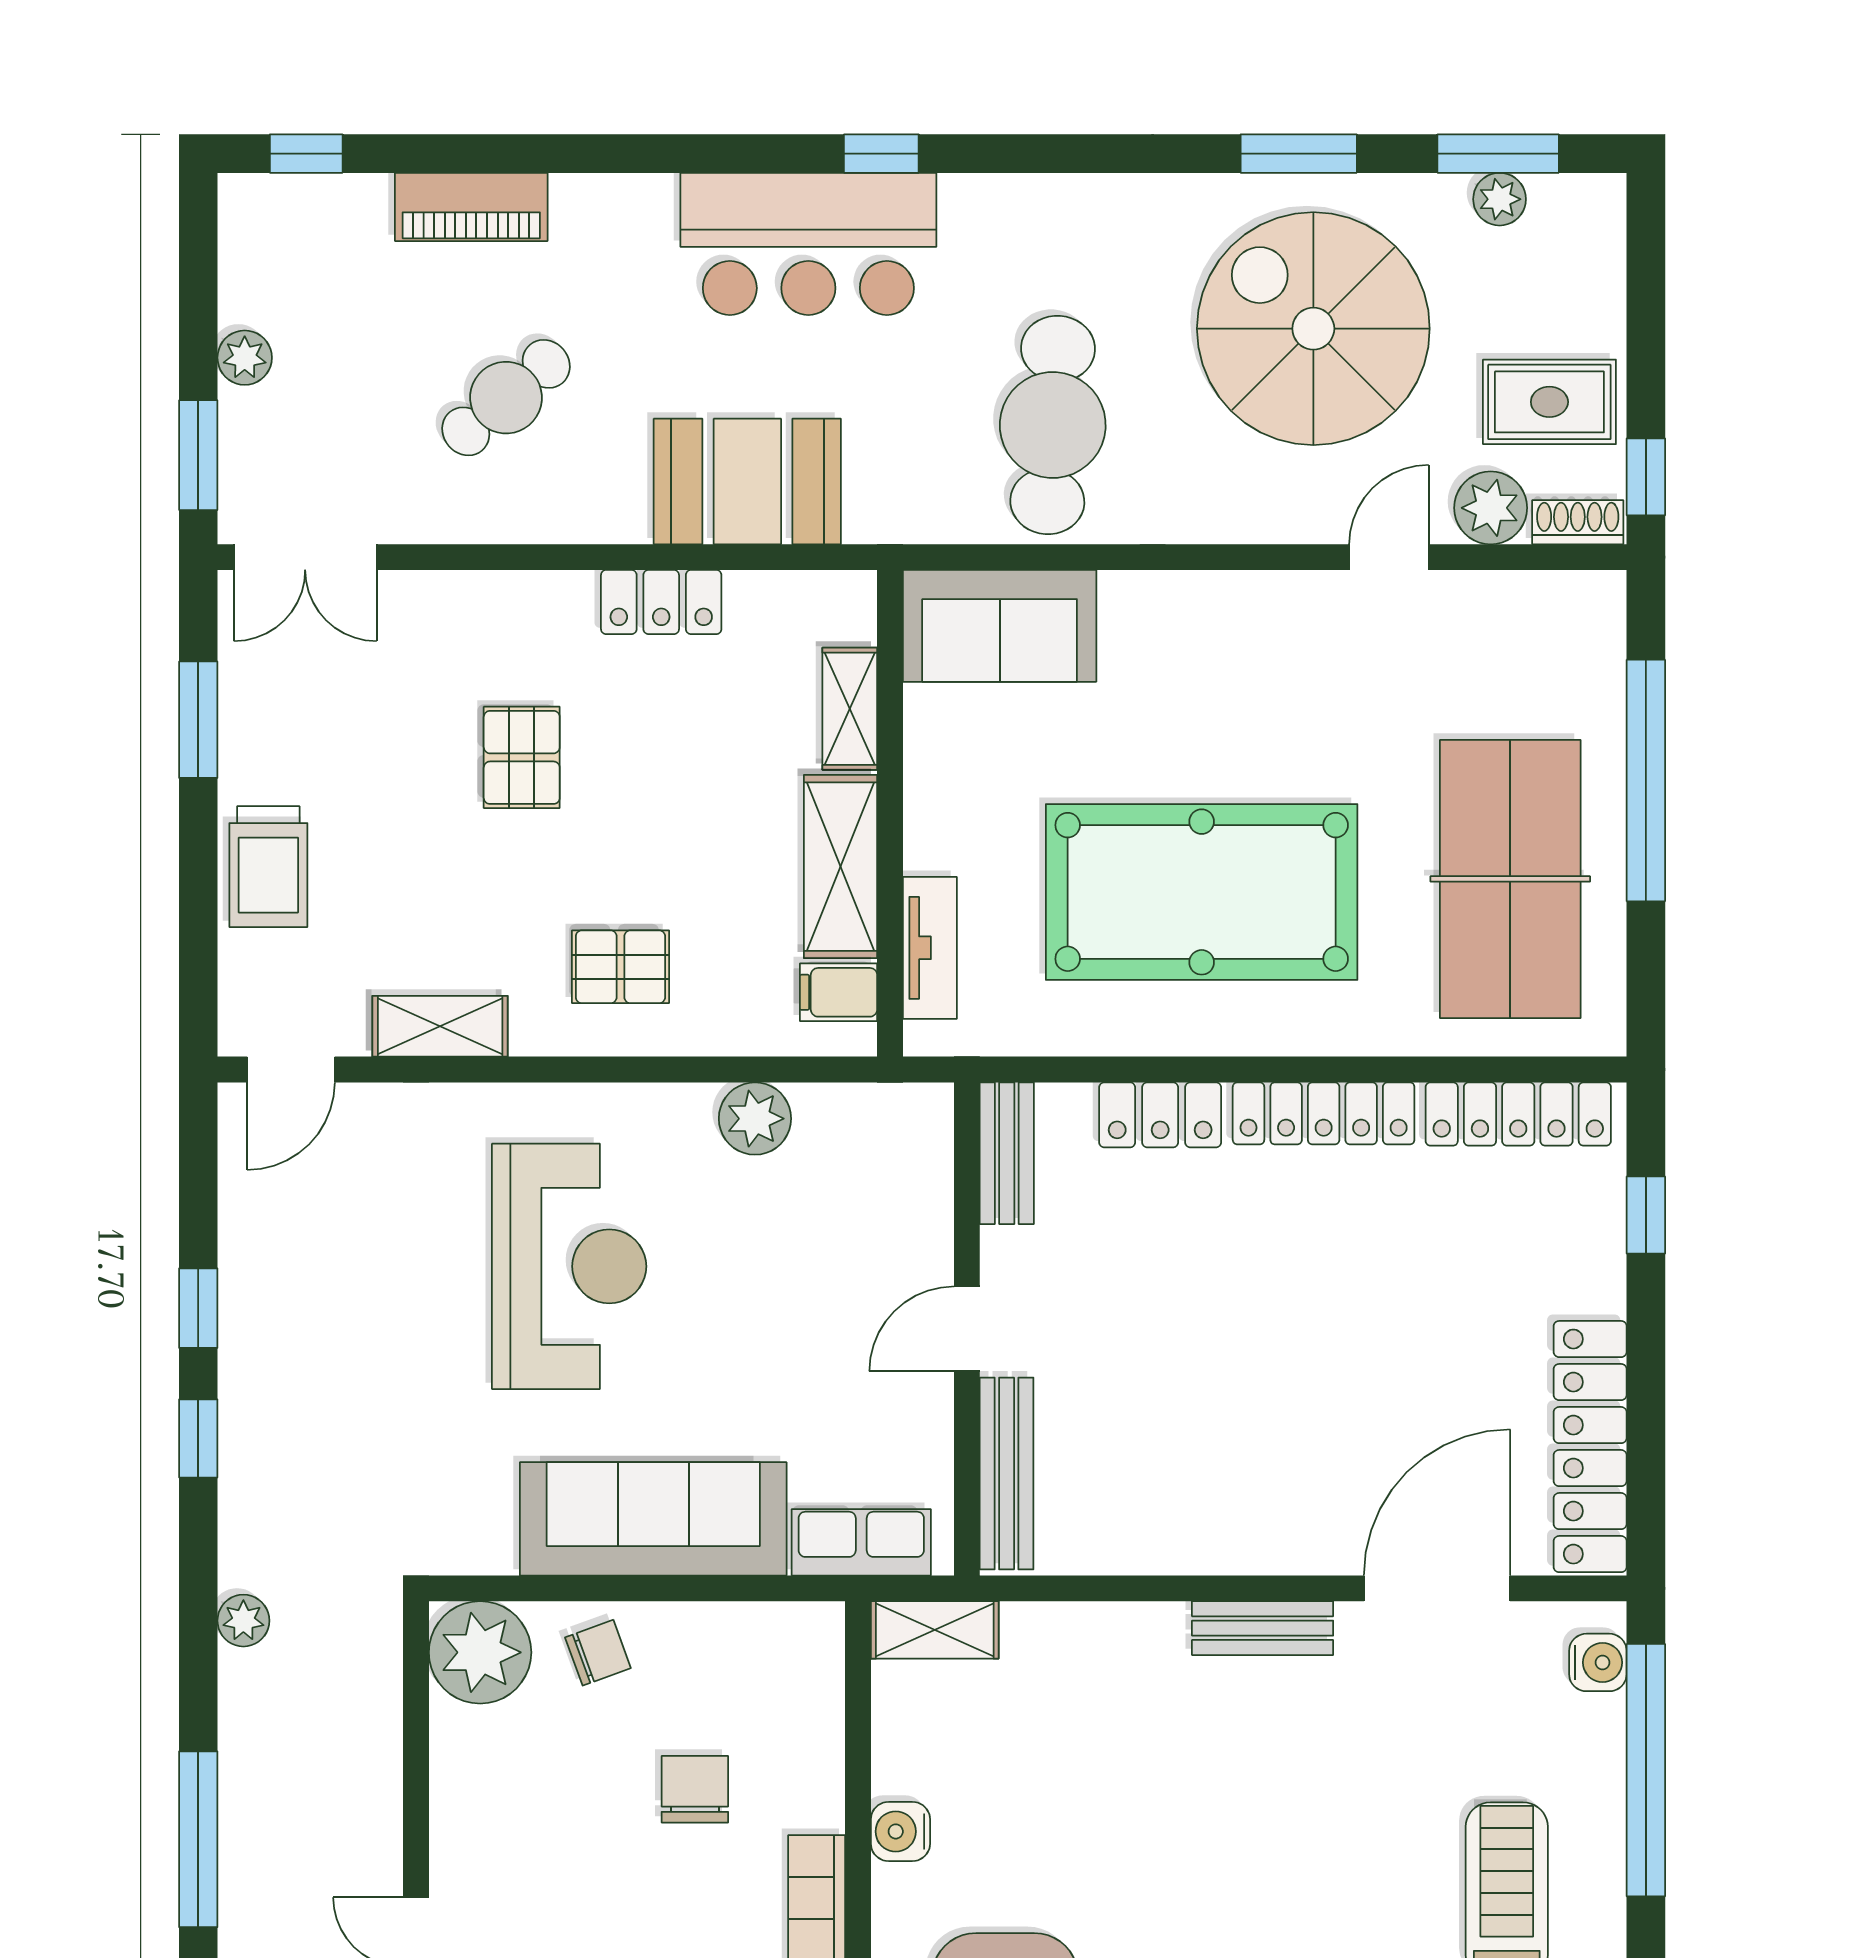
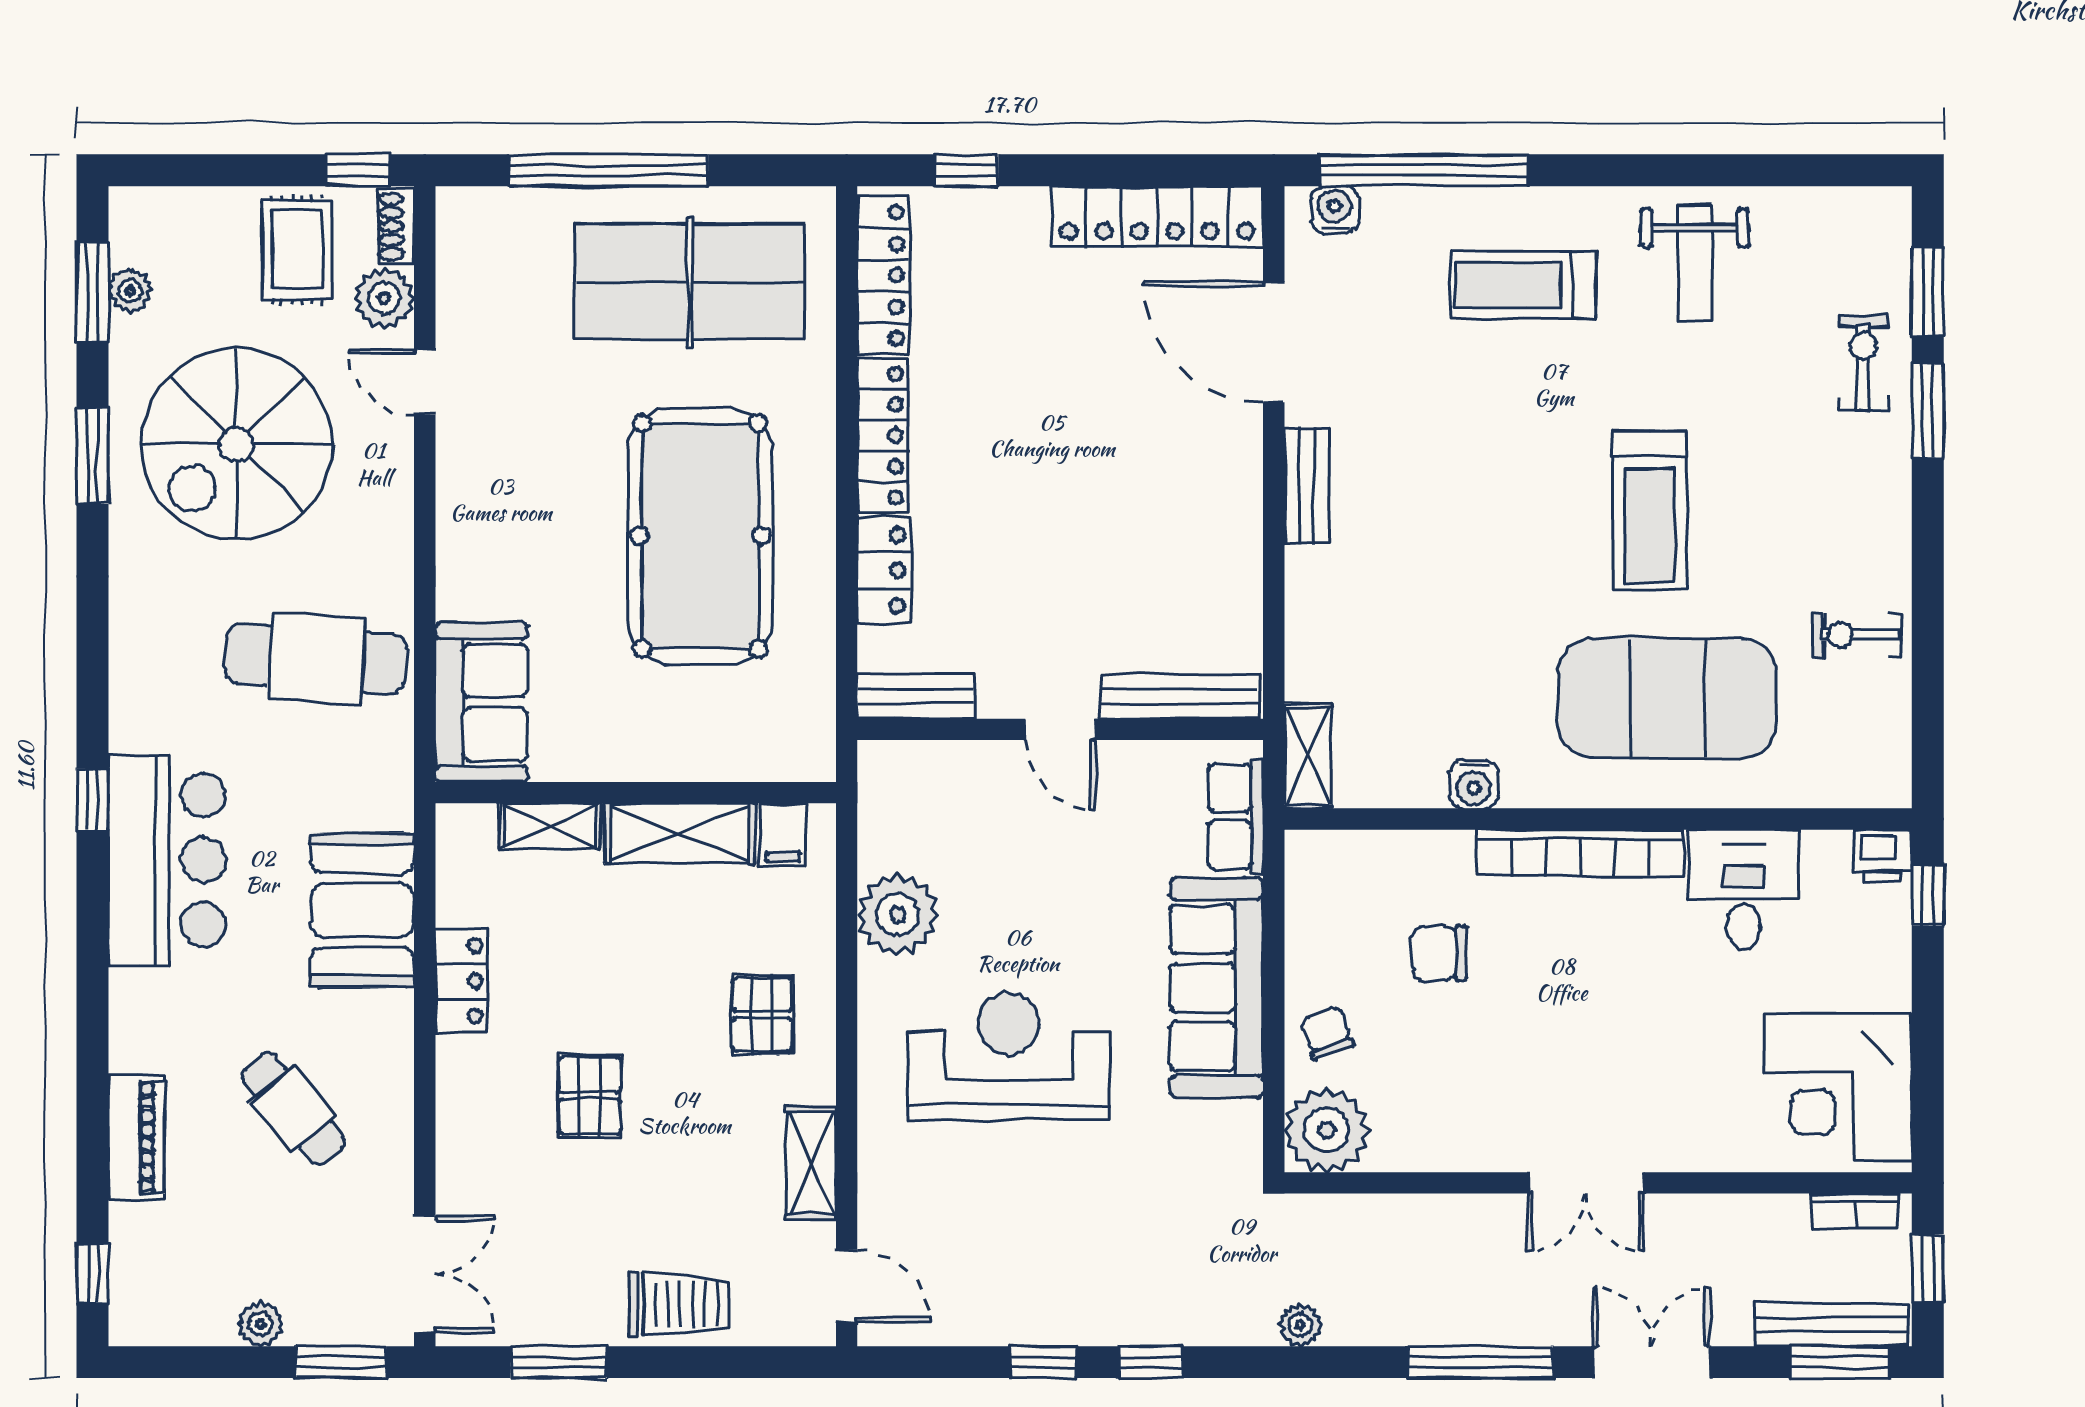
pallet: (522, 757) -> (590, 1096), turned 90
tv unit: (930, 948) -> (746, 760), removed
plant: (755, 1119) -> (898, 915), width x1.36, depth x1.36

